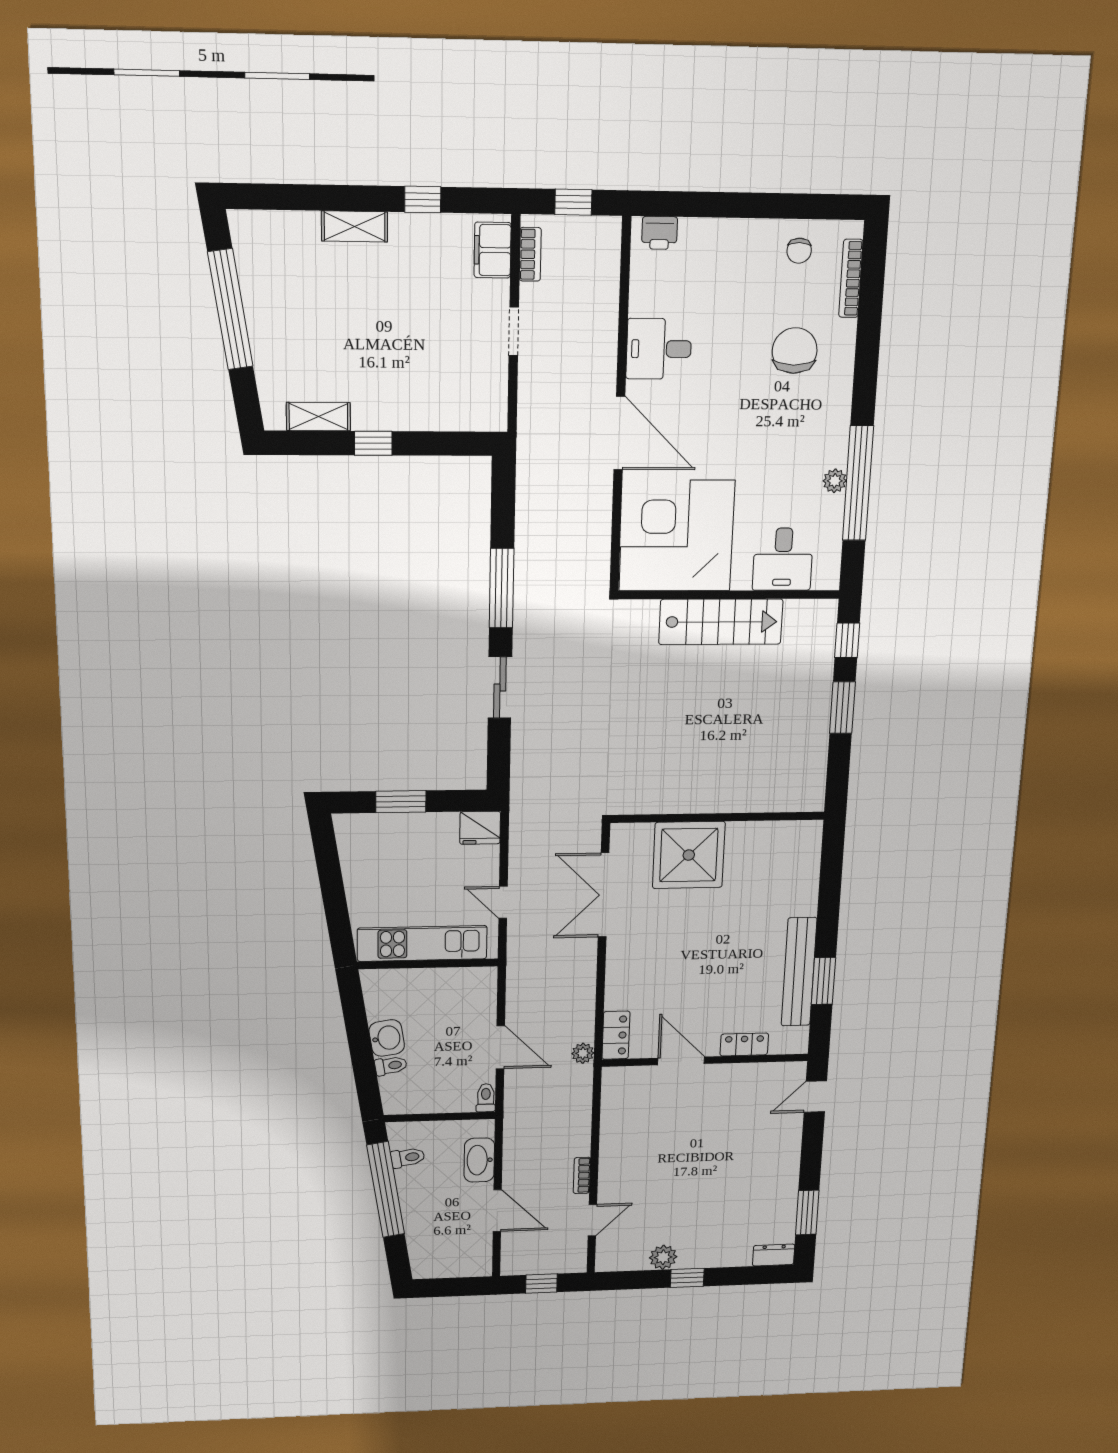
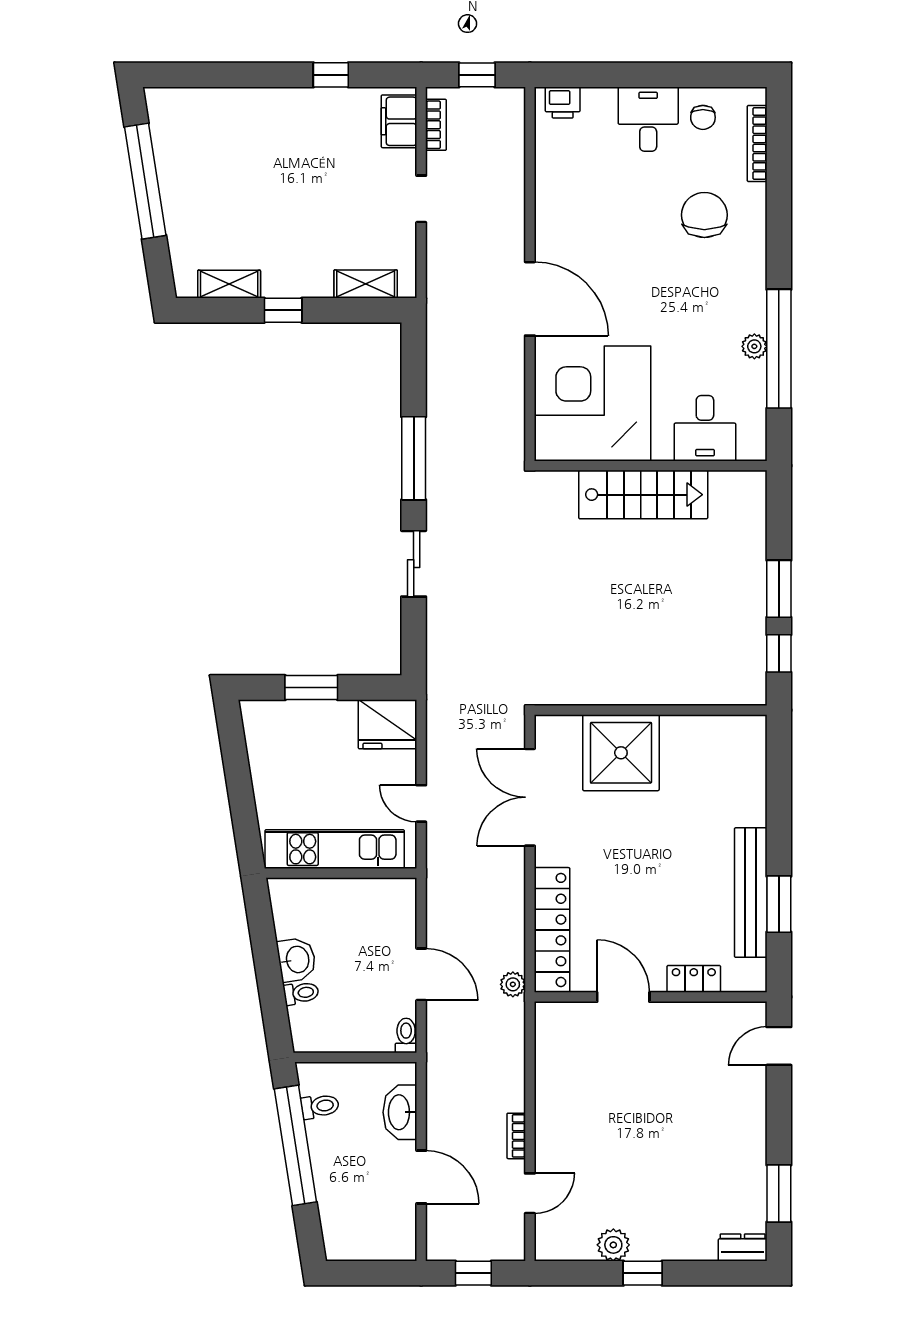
shelving: (355, 226) -> (366, 284), moved
desk: (659, 349) -> (648, 119), moved, turned 90
window: (847, 640) -> (779, 653), moved
fridge: (480, 828) -> (388, 724), width x1.36, depth x1.34
locker: (616, 1035) -> (552, 930), width x2.16, depth x1.21

